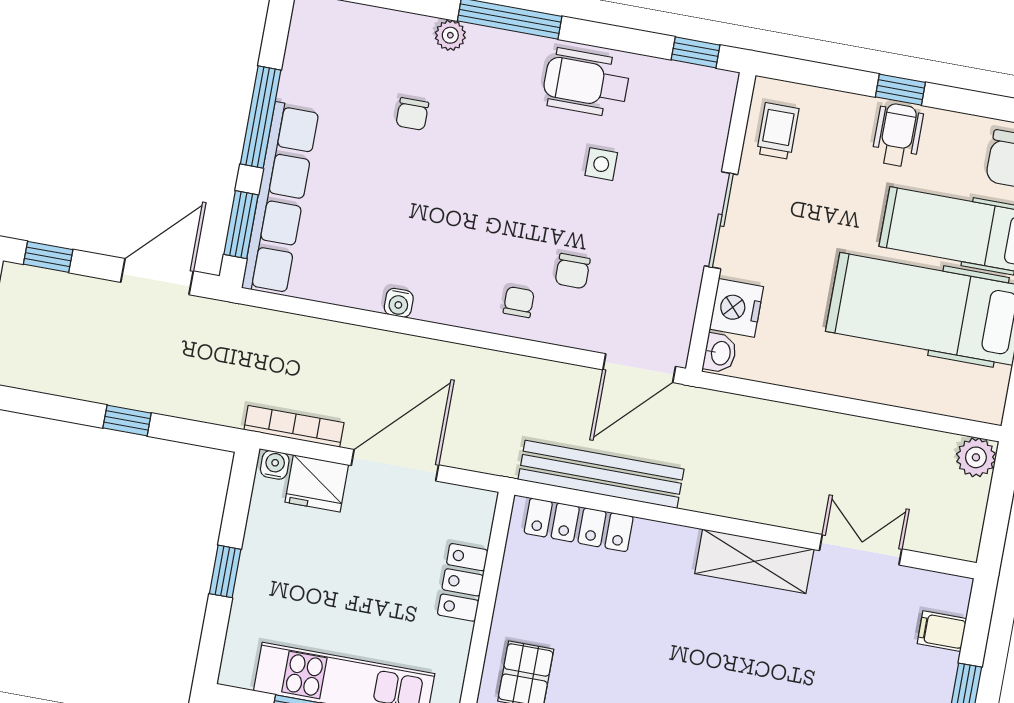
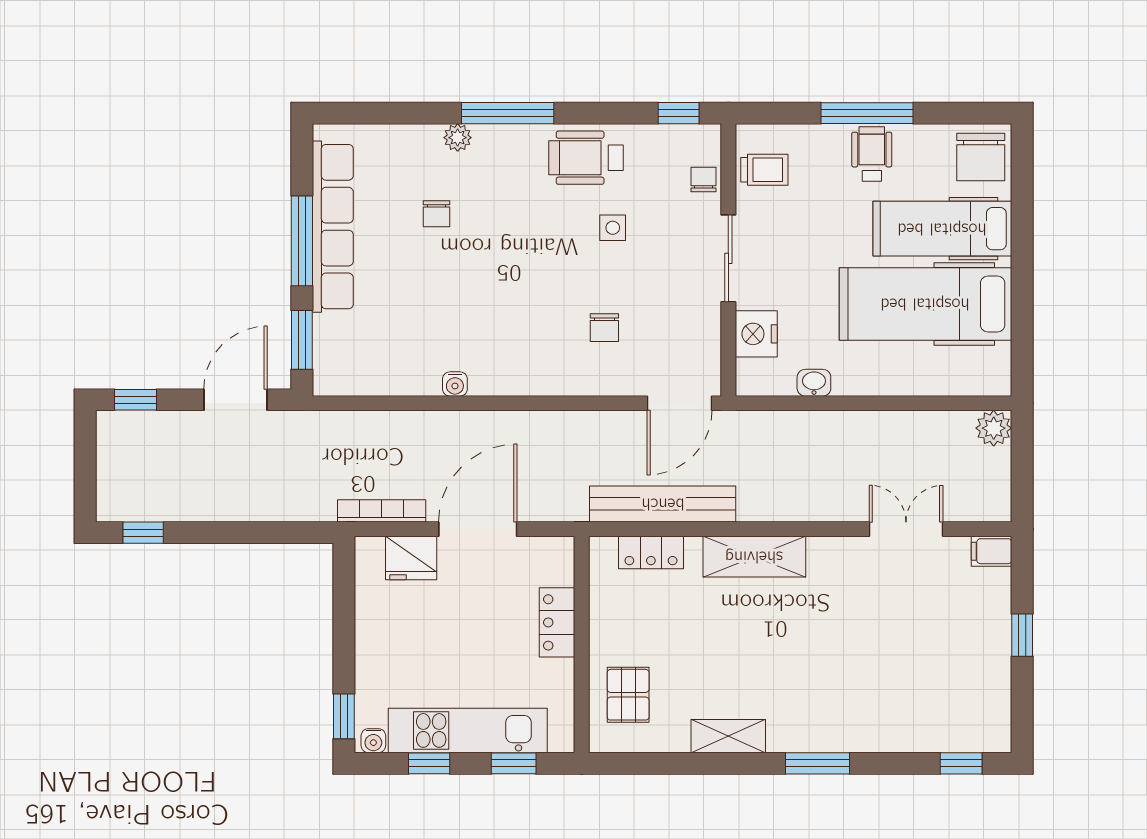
window: (900, 90) -> (867, 113), width x2.17
trolley: (778, 131) -> (764, 170), turned 90
row of seats: (280, 199) -> (333, 227), moved
chair: (519, 302) -> (704, 179), moved
washbasin: (720, 353) -> (814, 383), moved, turned -90
window: (127, 420) -> (143, 533), moved
water cooler: (275, 465) -> (373, 741), moved, turned 180
locker: (579, 525) -> (651, 552), width x0.66
shelving: (754, 561) -> (754, 557), moved
window: (225, 571) -> (344, 716), moved
filing cabinet: (942, 631) -> (991, 551), moved

